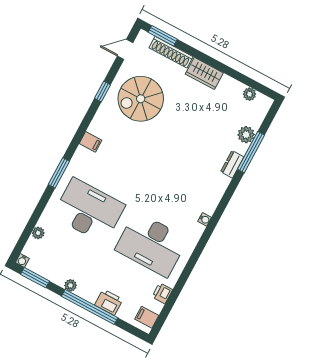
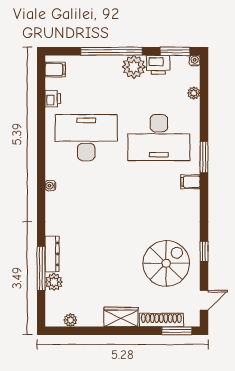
filing cabinet: (91, 142) -> (190, 182), moved
dresser: (232, 164) -> (52, 254), width x1.44
plant: (71, 285) -> (134, 67), width x1.87, depth x1.87
printer: (109, 302) -> (158, 65), moved

